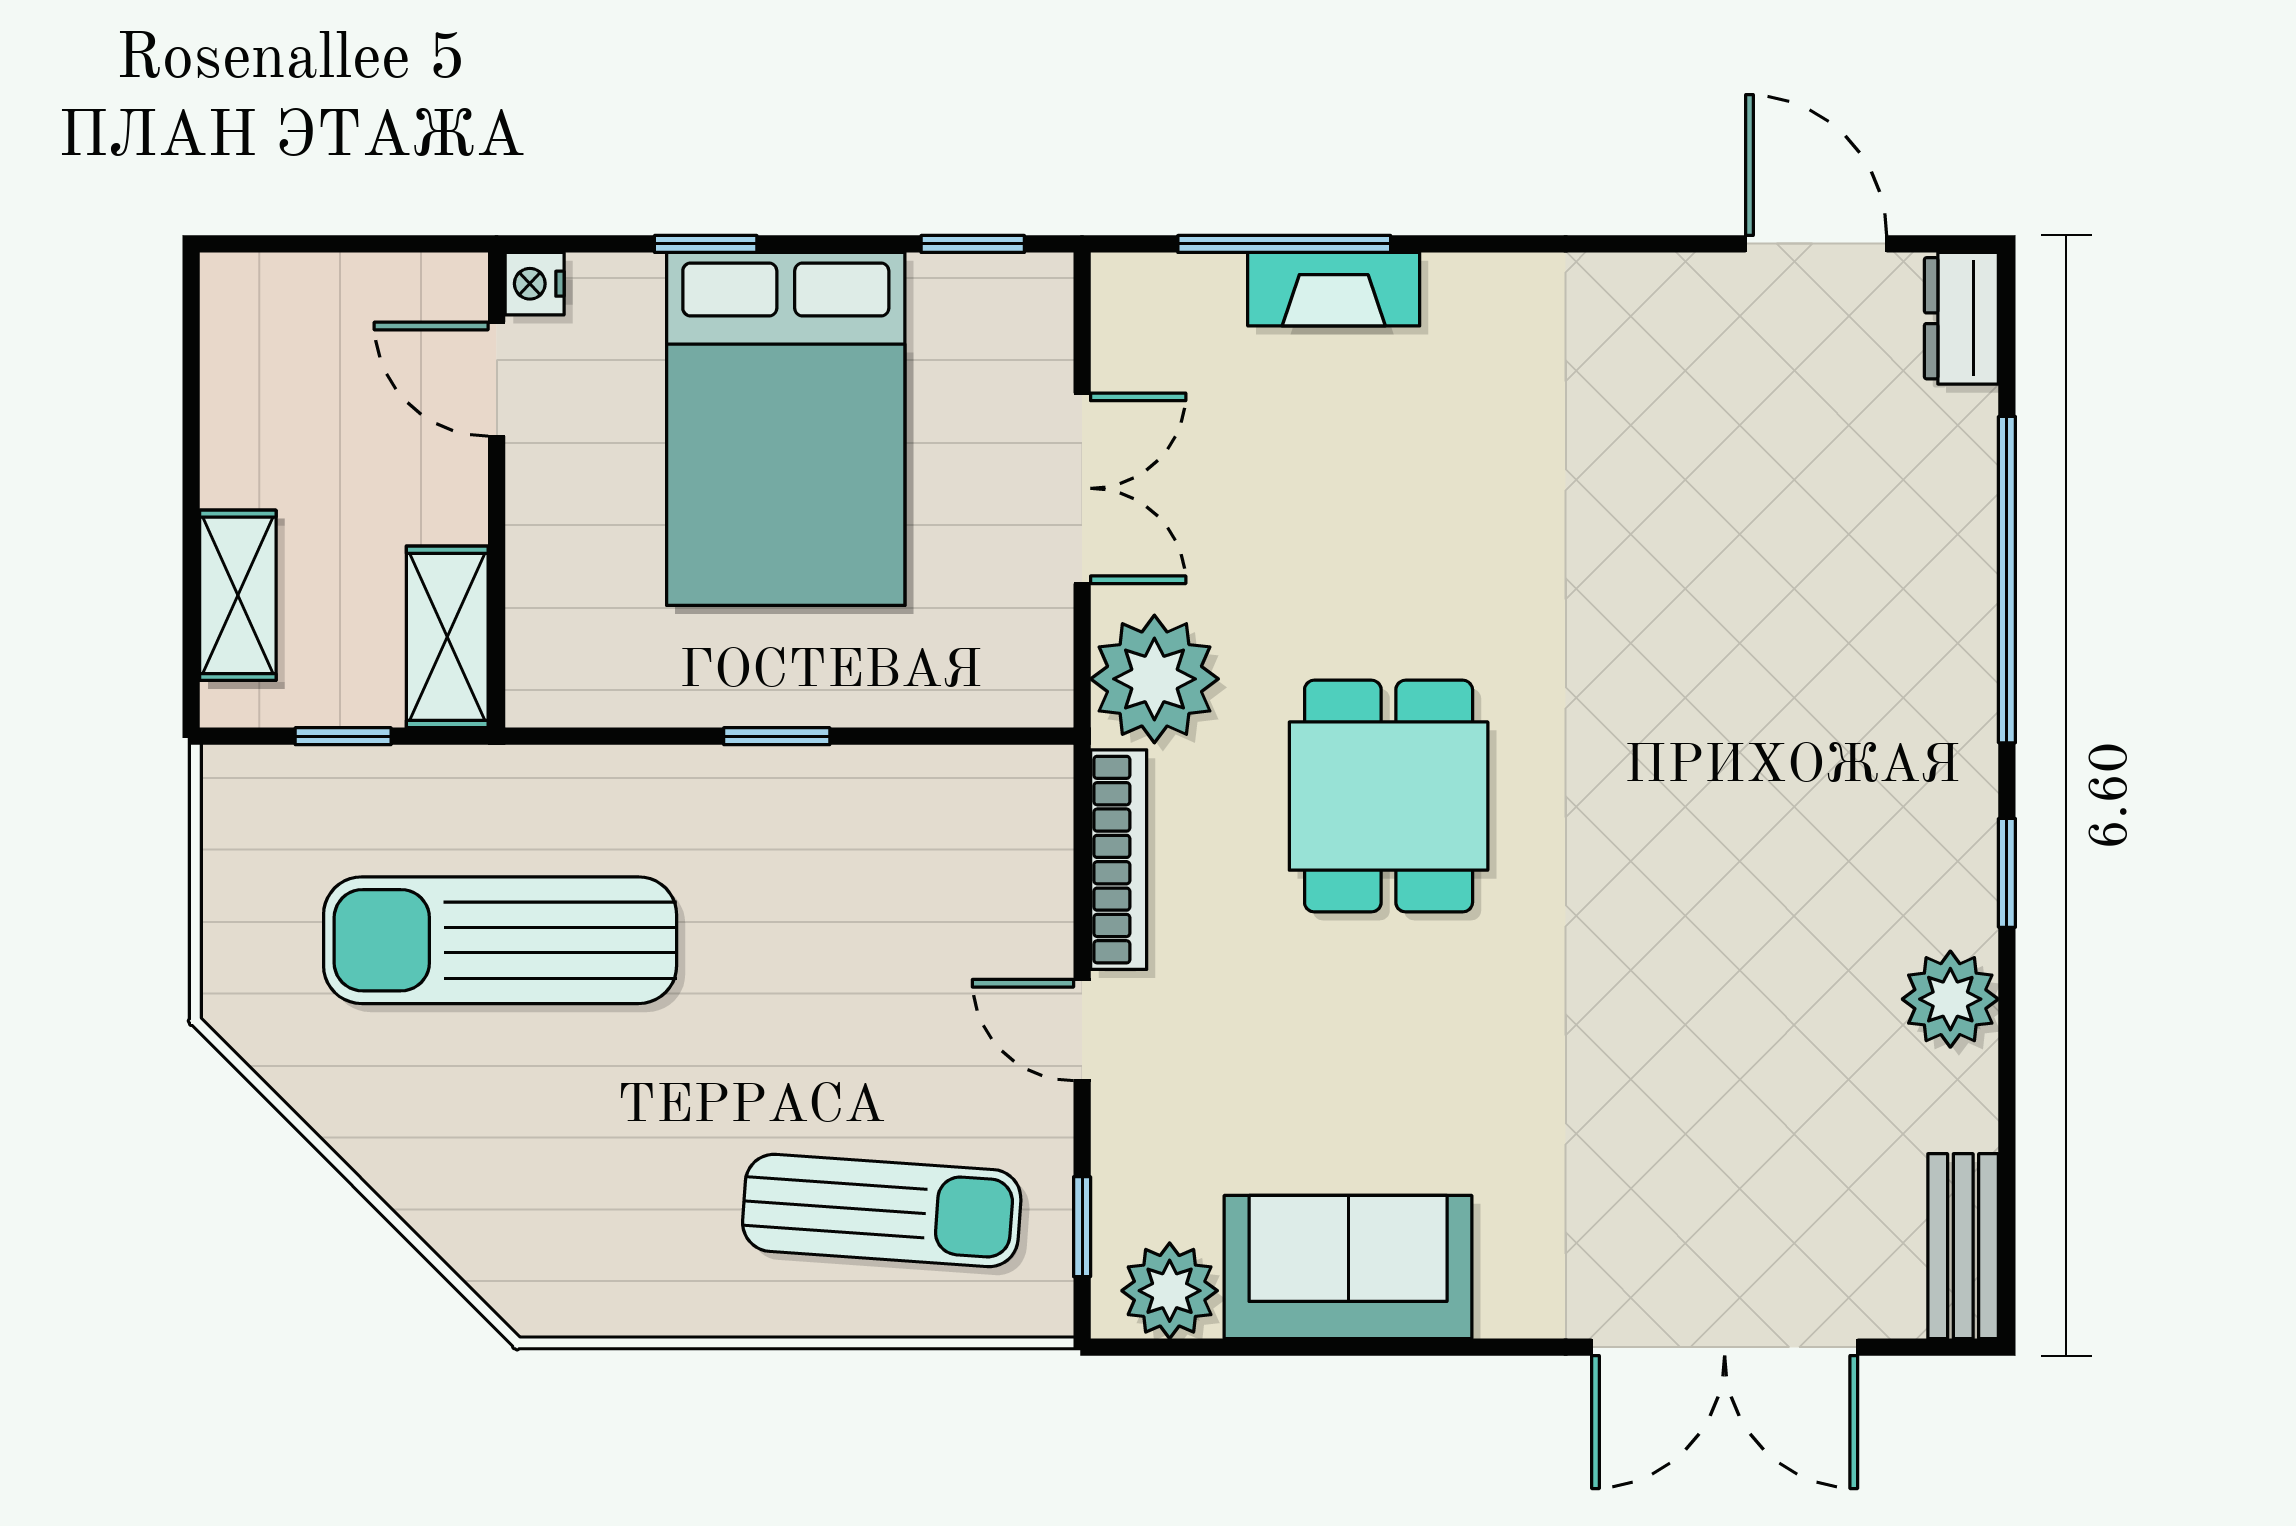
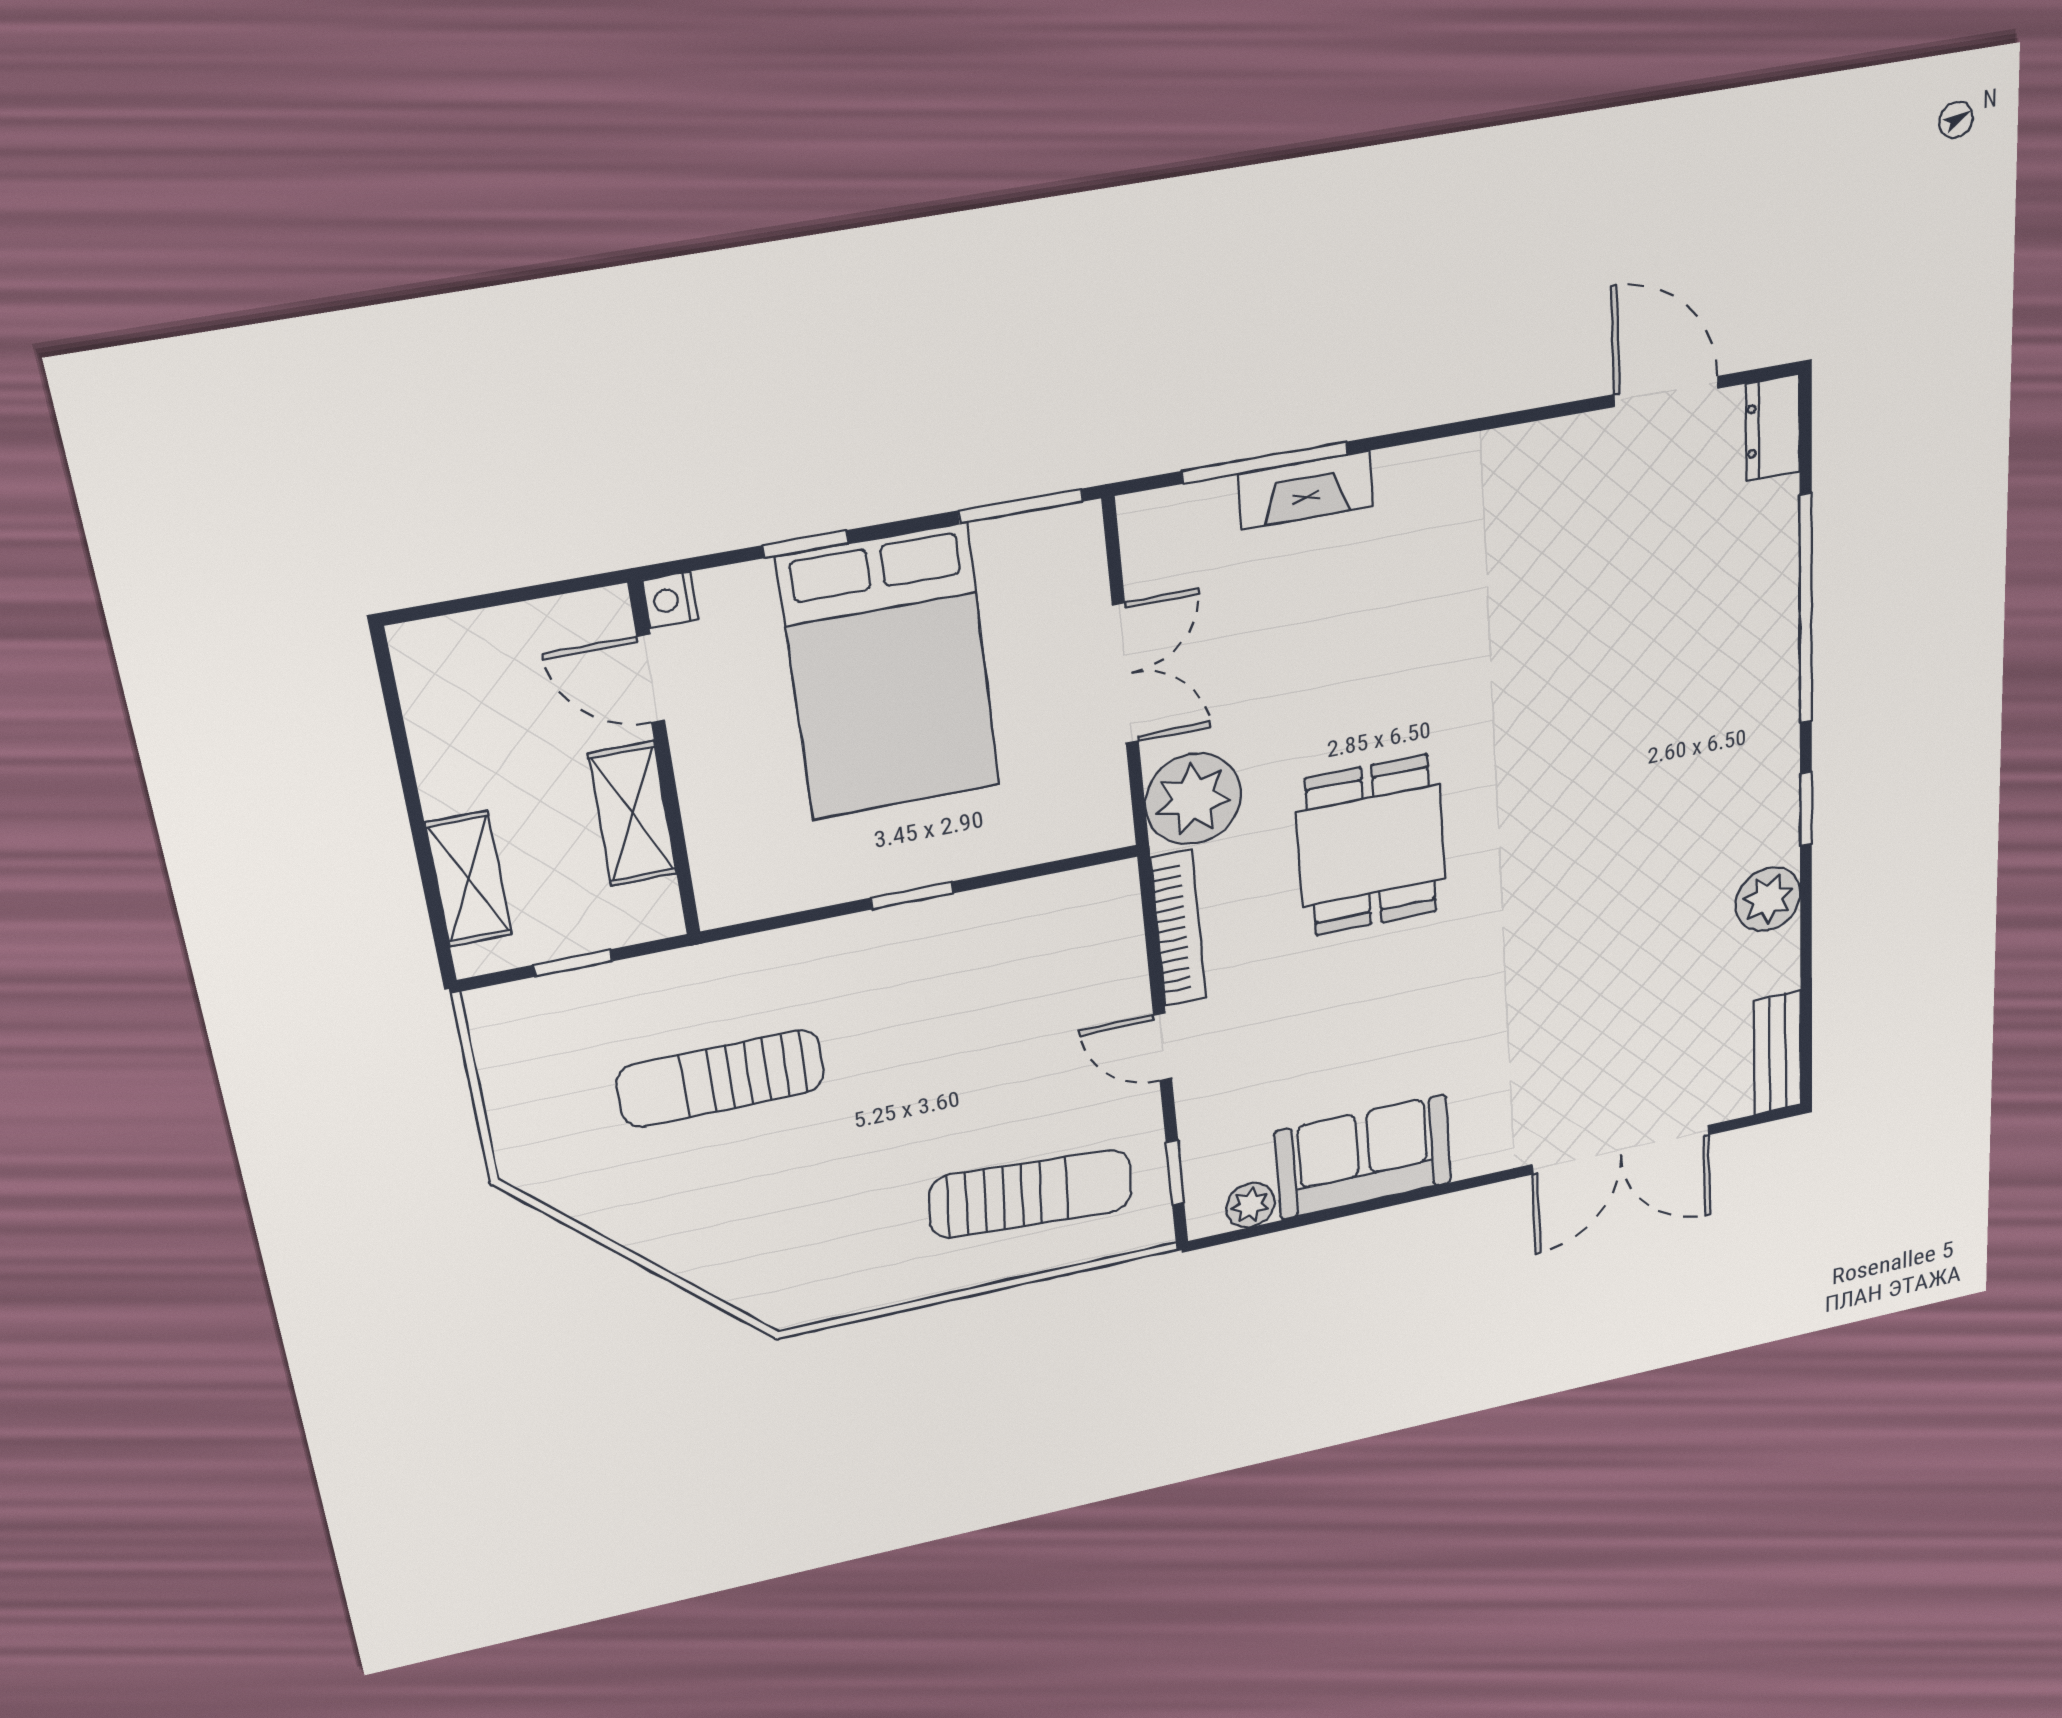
window: (973, 244) -> (1021, 506), width x1.50
shelving: (447, 637) -> (633, 814), moved
sun lounger: (500, 940) -> (721, 1078), width x0.73, depth x0.75
plant: (1170, 1291) -> (1250, 1205), width x0.73, depth x0.73

